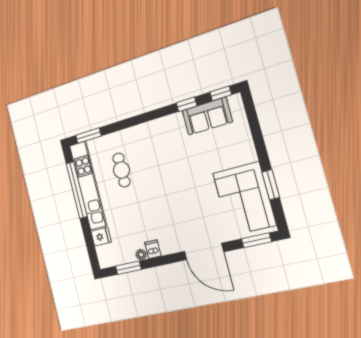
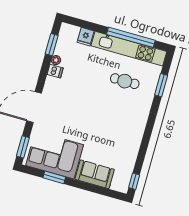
window: (187, 104) -> (142, 155), removed
sofa: (207, 116) -> (95, 174), moved, turned 90
window: (88, 136) -> (161, 85), moved

